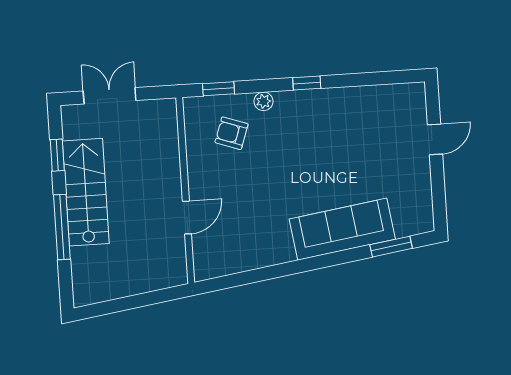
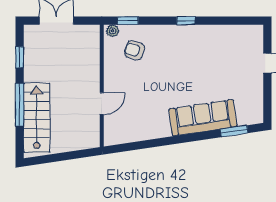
plant: (264, 101) -> (113, 31), moved
stairs: (86, 192) -> (37, 118), moved

